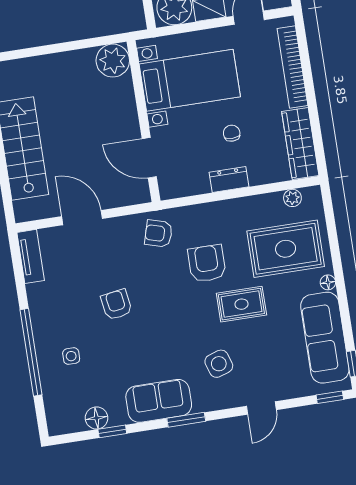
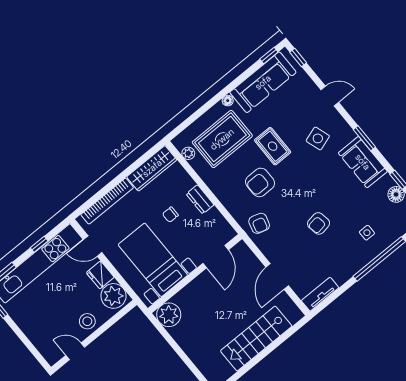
rug: (286, 249) -> (222, 139), turned 90

